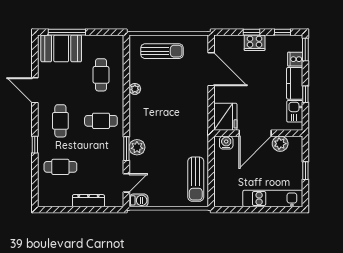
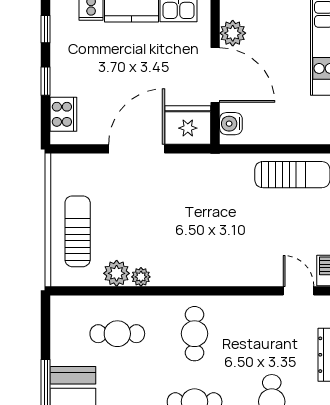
cooker: (255, 43) -> (63, 114), moved
door: (211, 69) -> (137, 149), moved
plant: (137, 147) -> (117, 273), moved
window: (126, 149) -> (241, 291), removed

